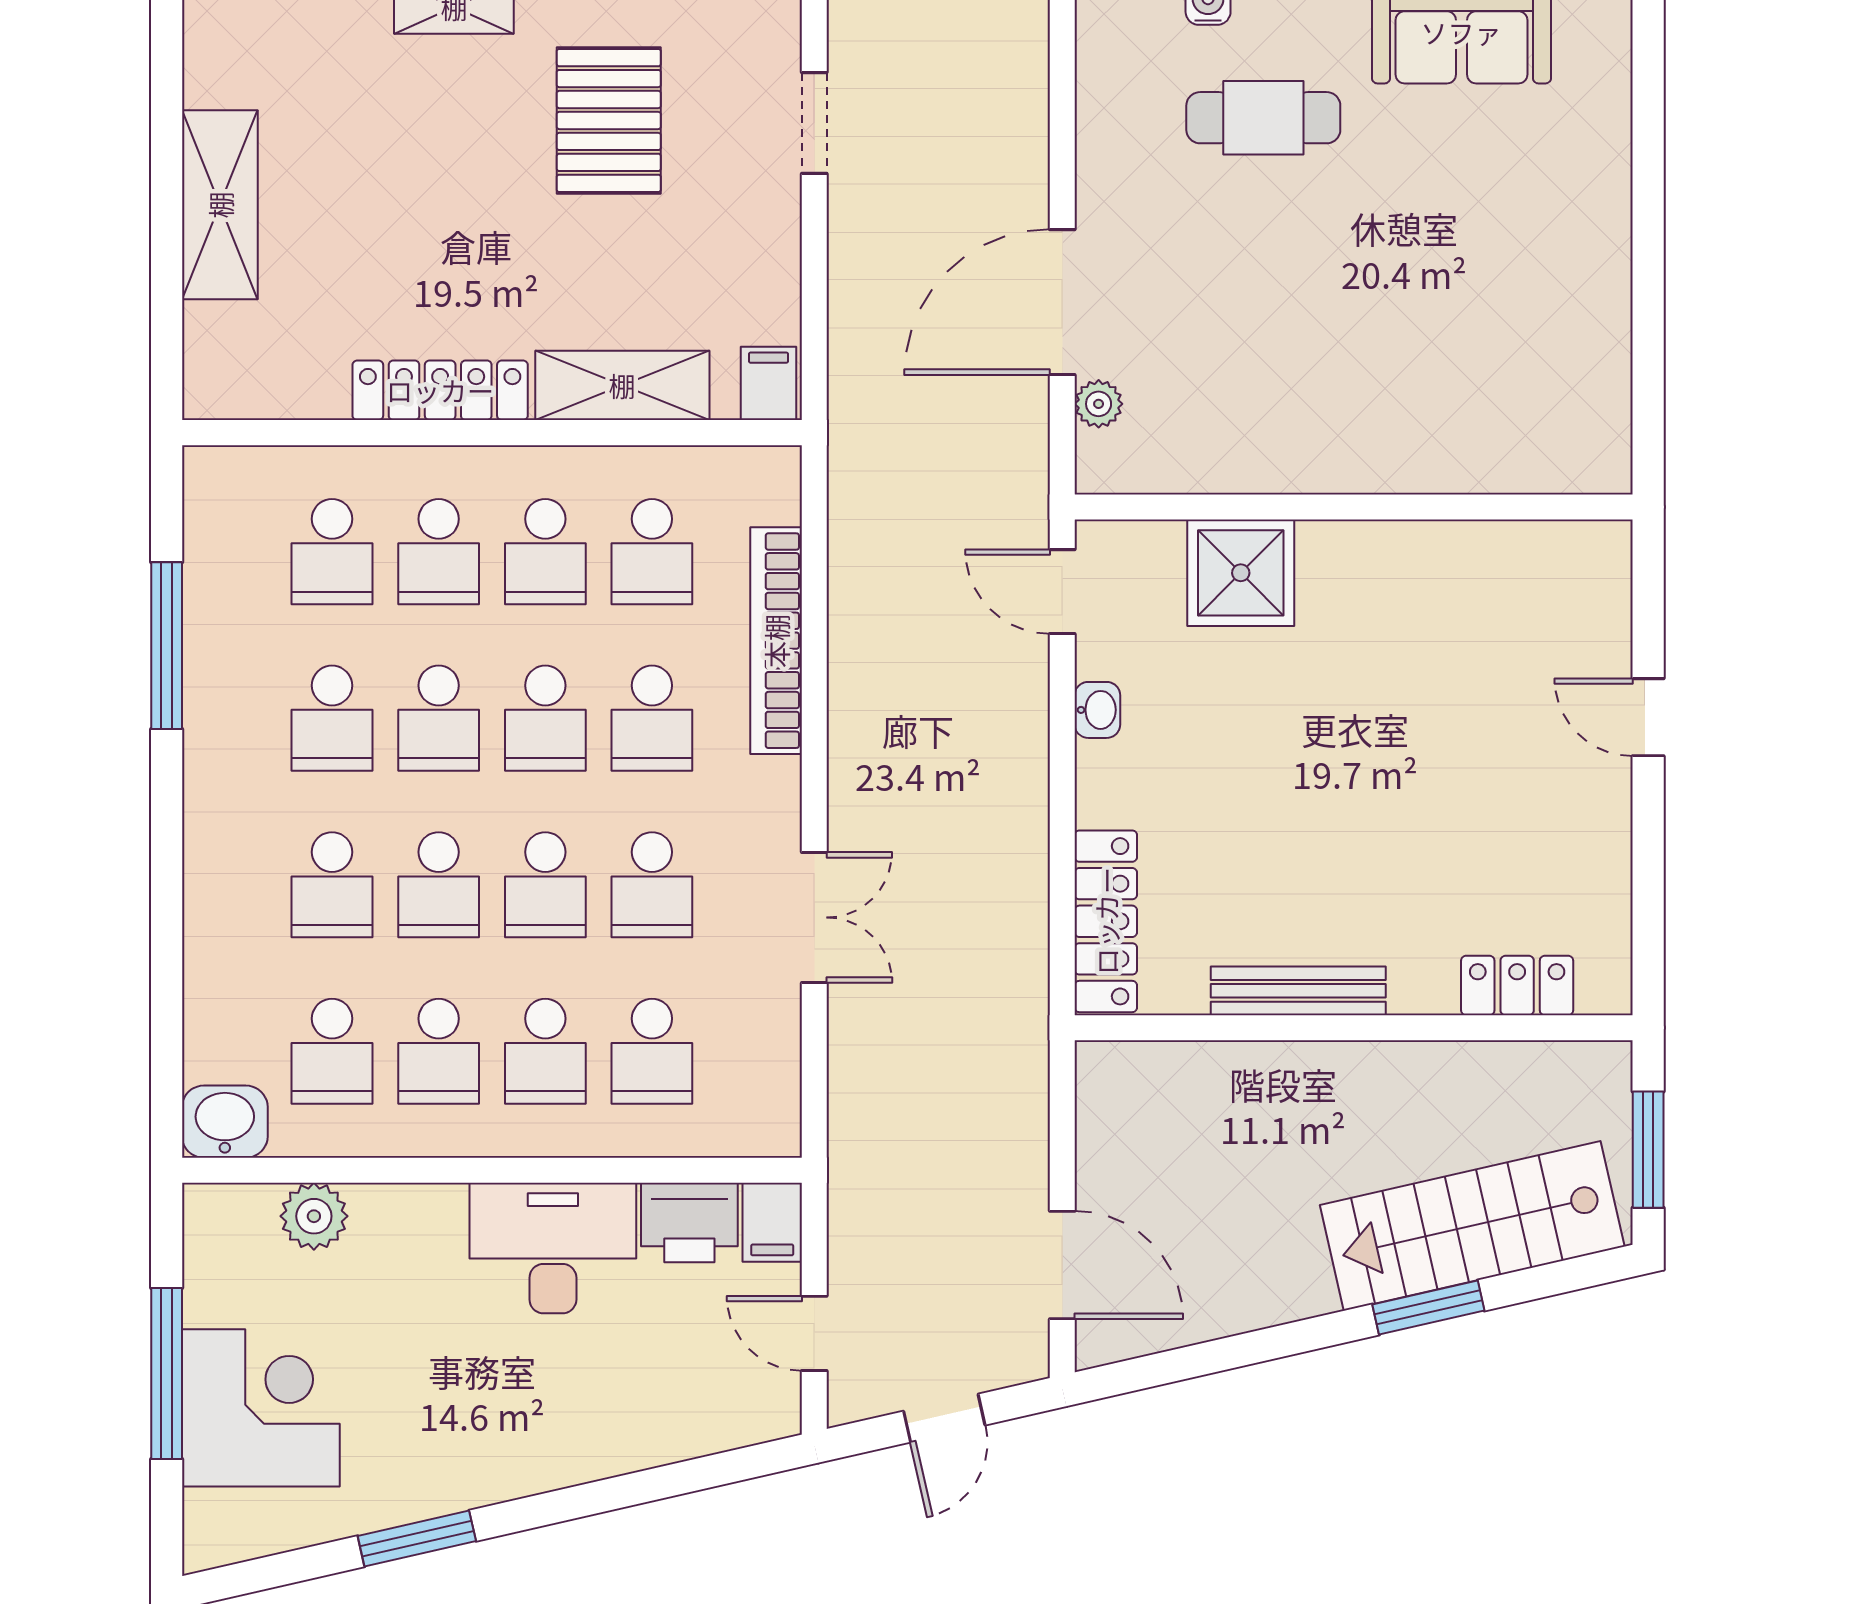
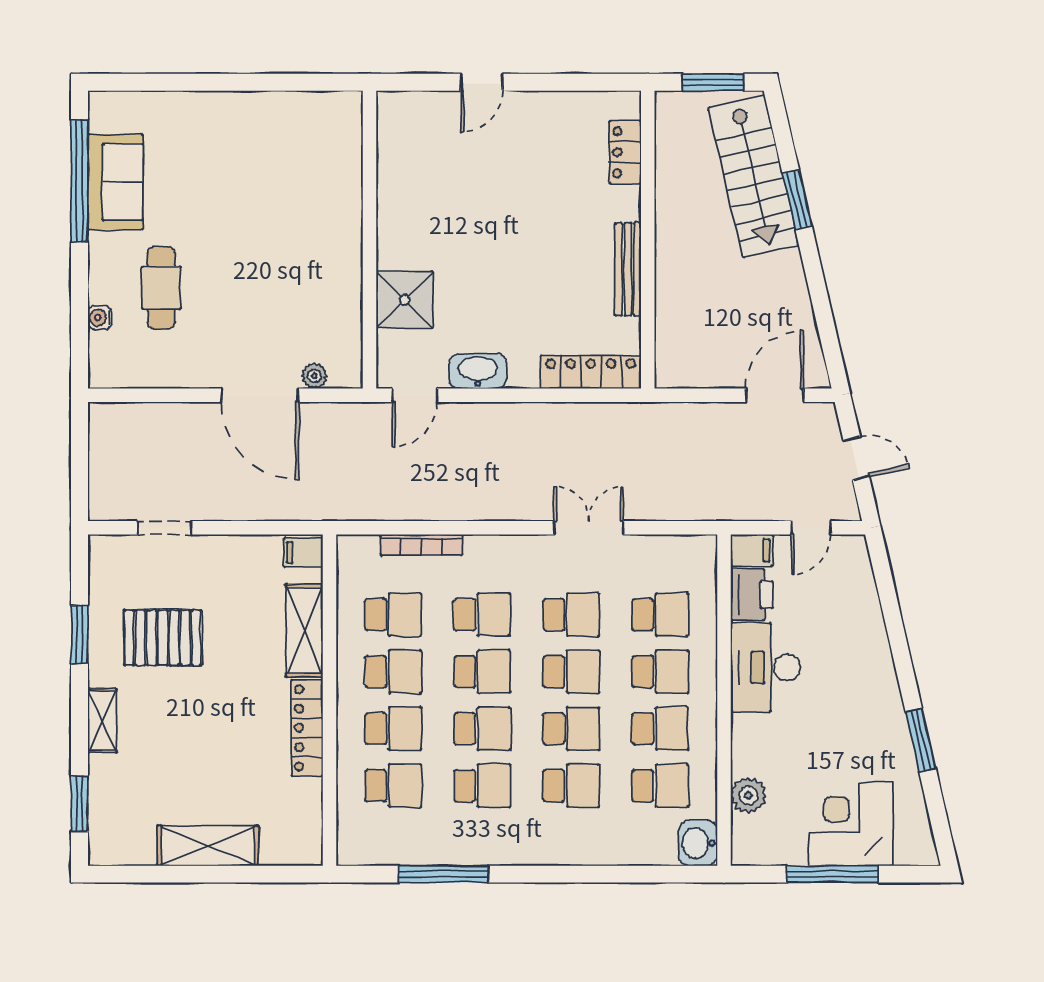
bookcase: (776, 641) -> (421, 545), width x0.68, depth x0.76
washbasin: (1097, 710) -> (478, 371), width x1.91, depth x1.45

